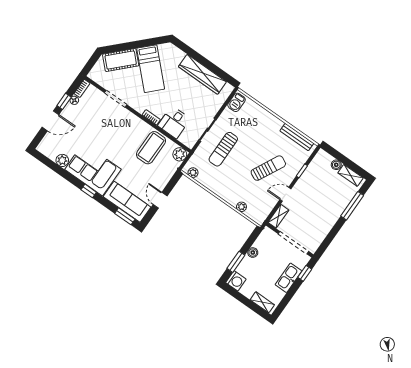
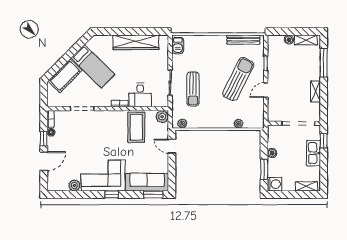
sun lounger: (268, 168) -> (238, 79), width x1.36, depth x1.34
door: (160, 200) -> (172, 146), moved
shelving: (278, 216) -> (315, 91), moved

